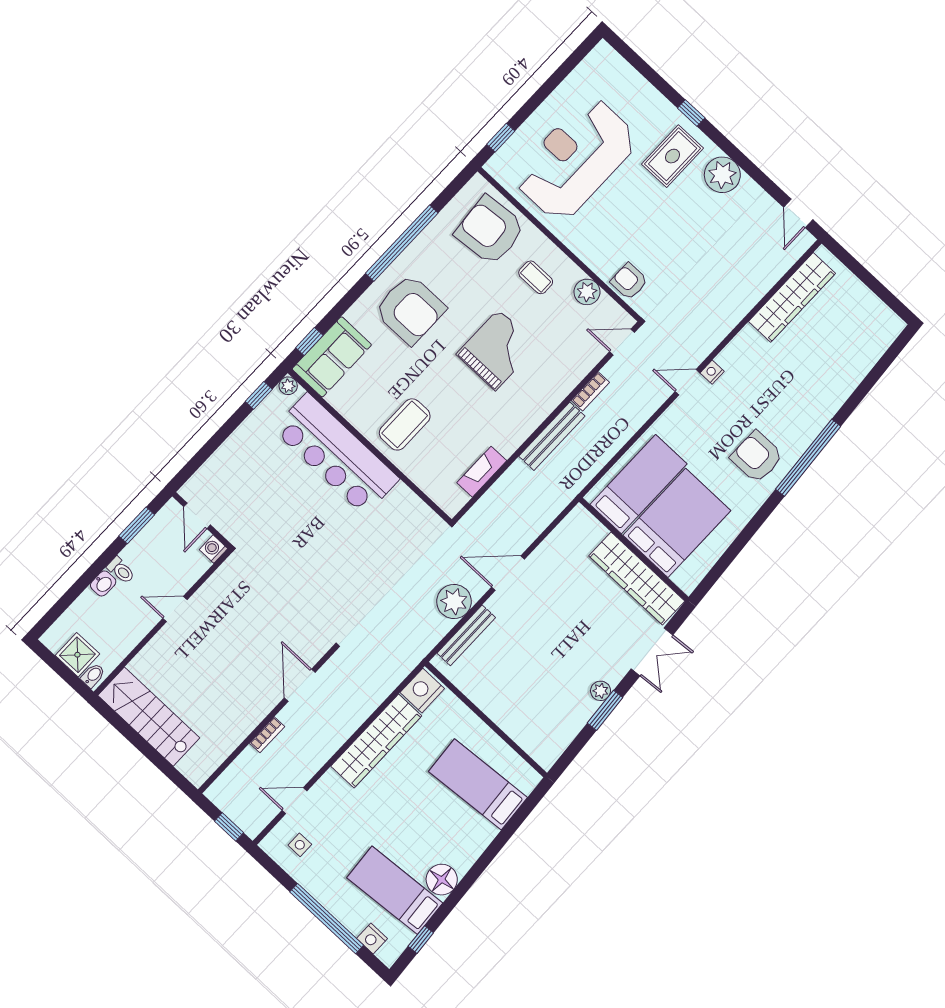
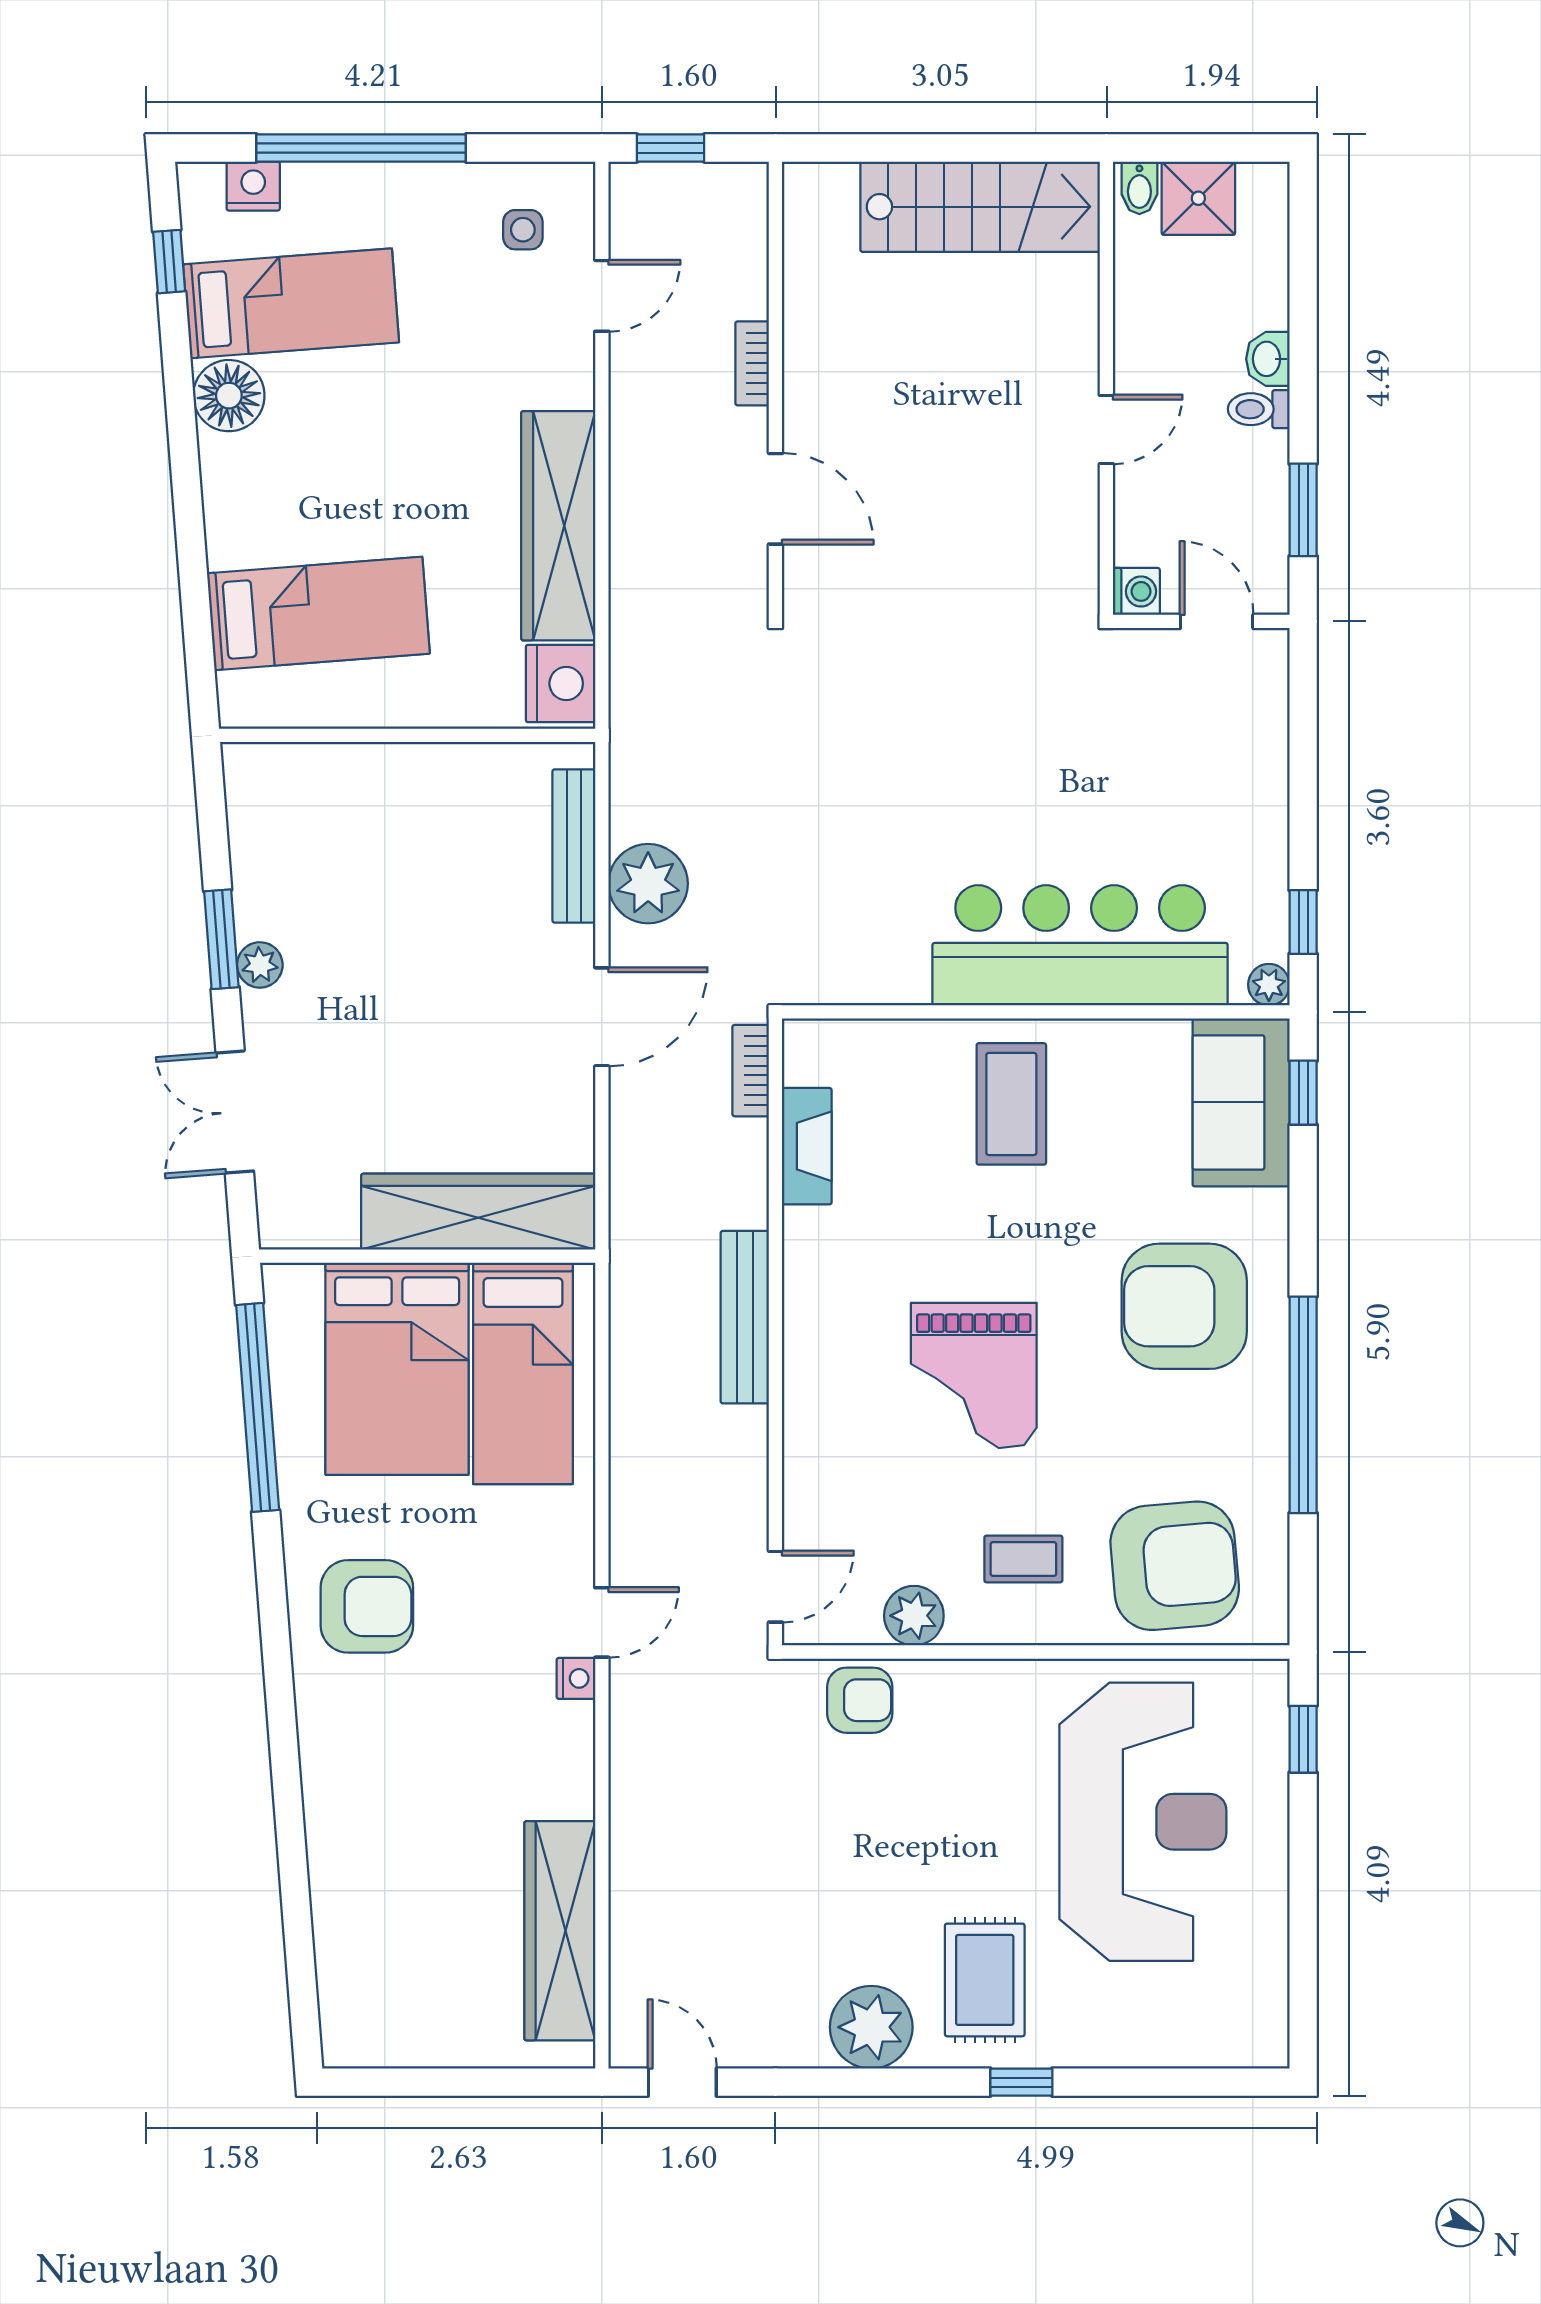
bookcase: (590, 391) -> (751, 1071), moved
window: (808, 458) -> (258, 1407), moved
wardrobe: (637, 578) -> (478, 1212), moved

